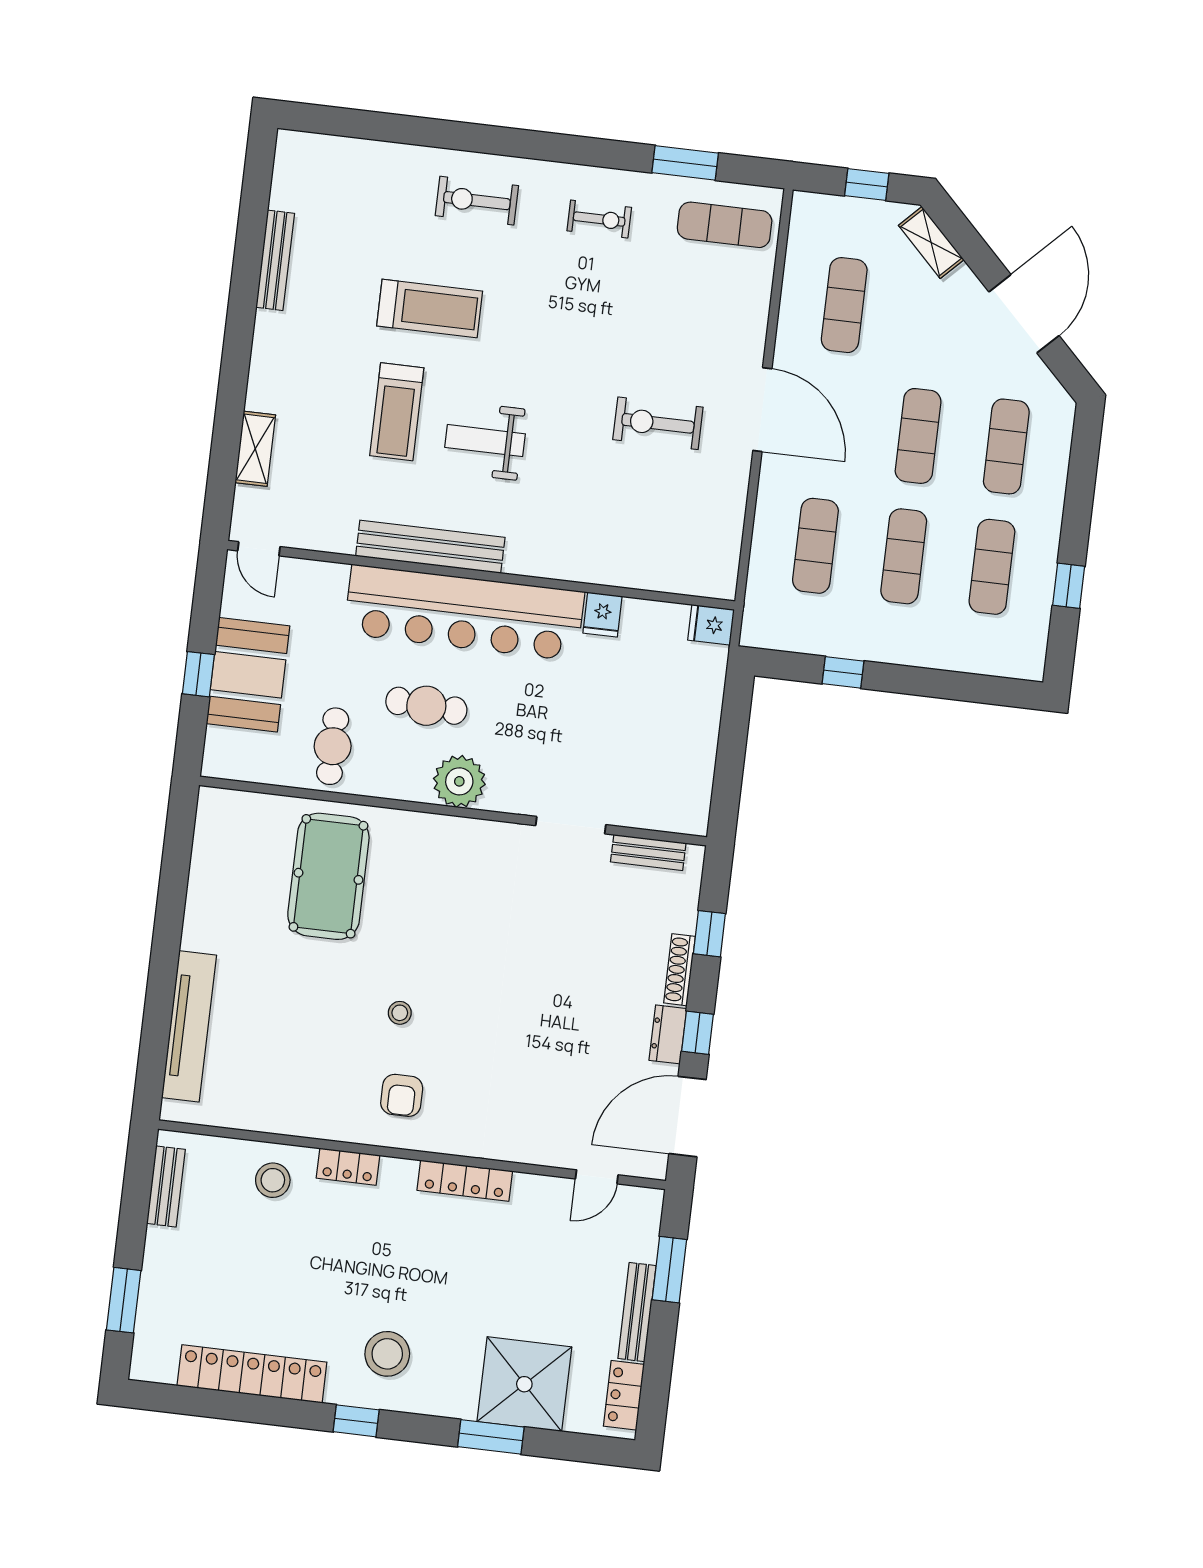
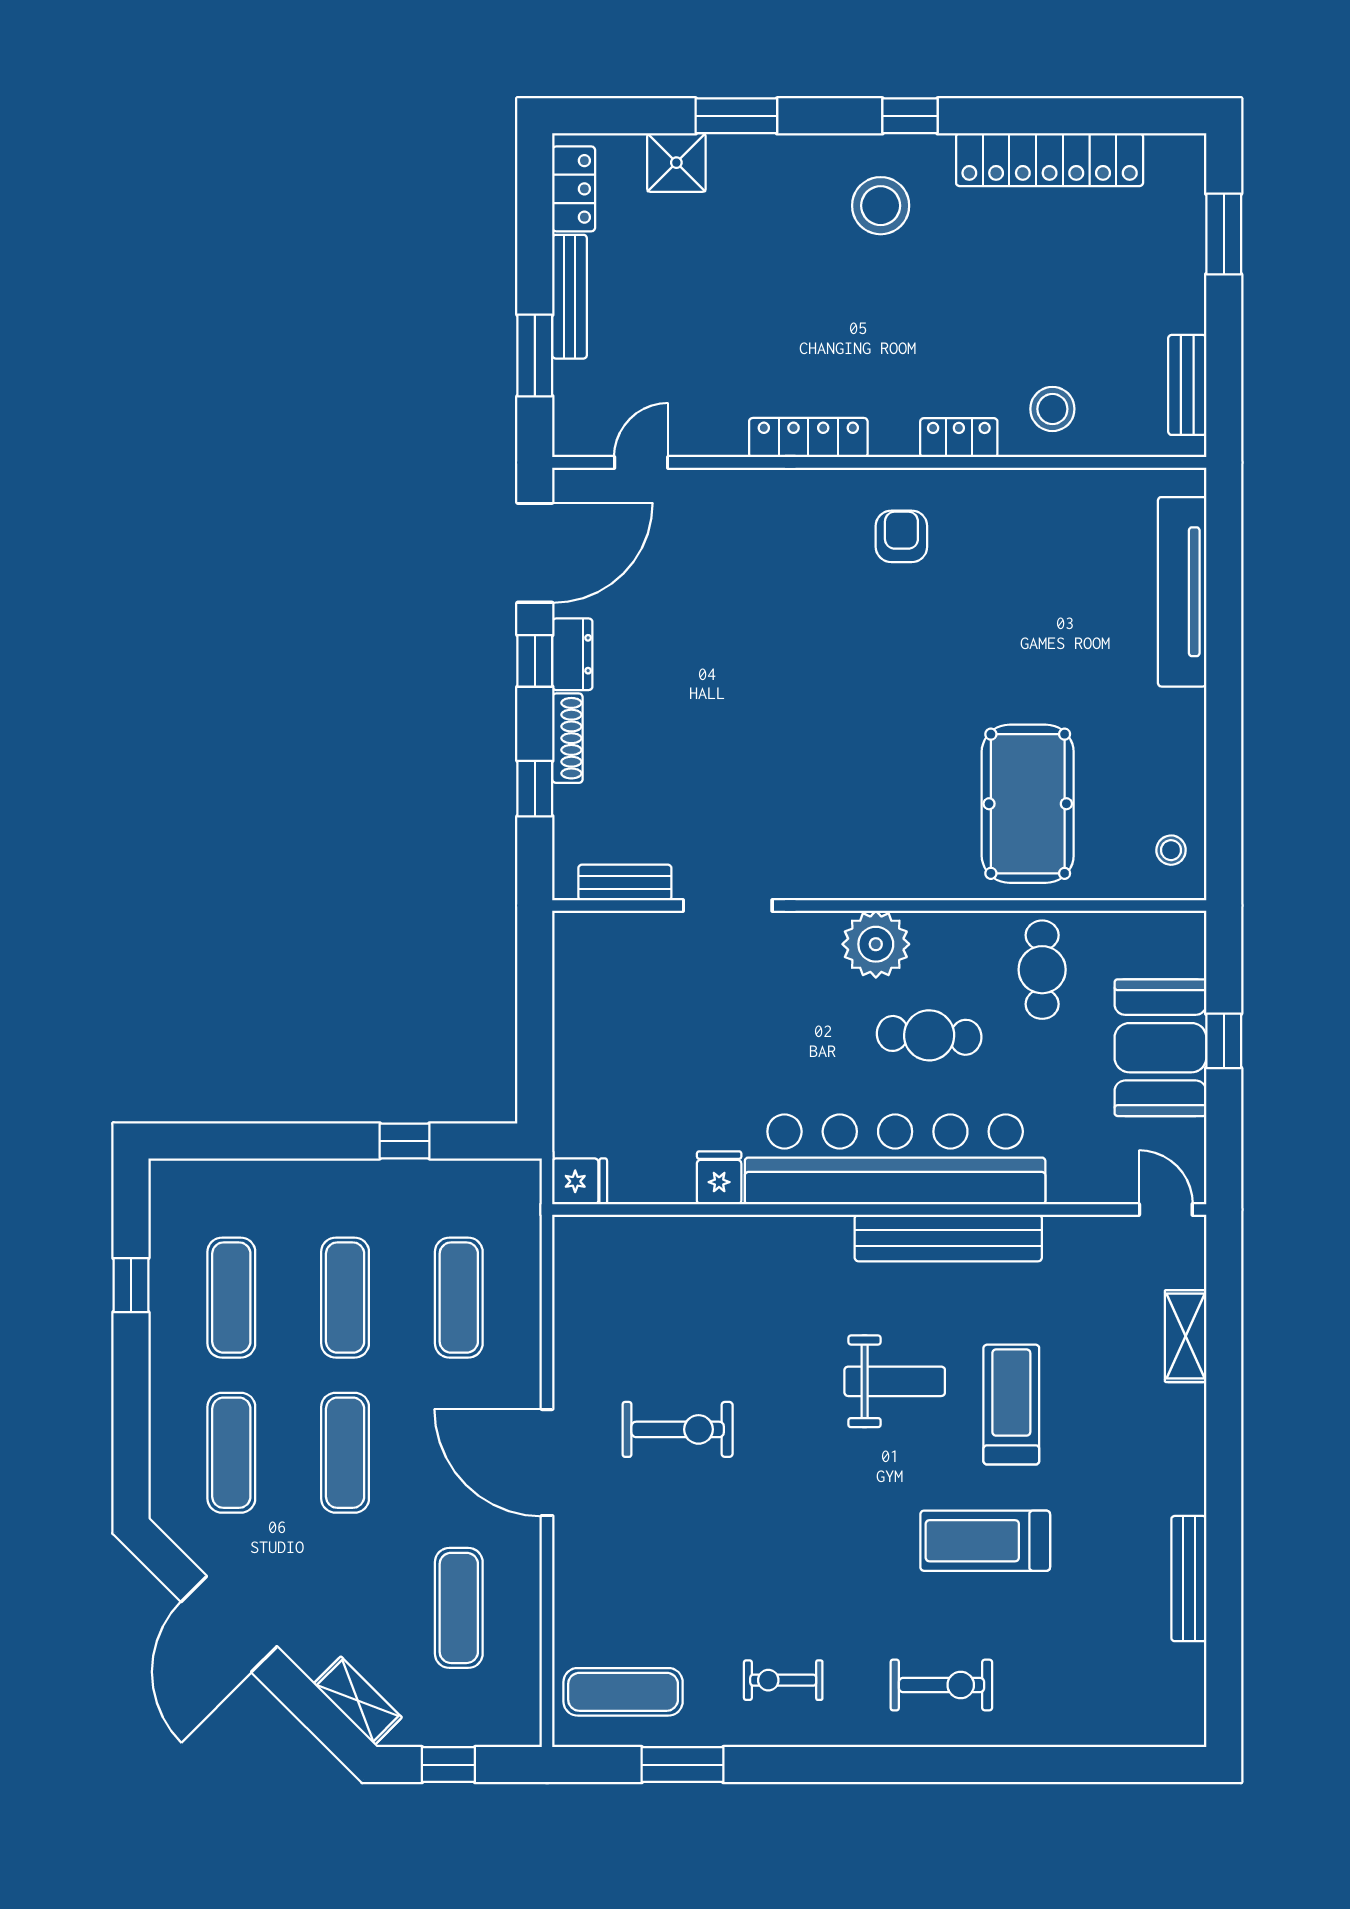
stool: (400, 1013) -> (1171, 850), moved
shower: (524, 1384) -> (676, 163), width x0.54, depth x0.54

